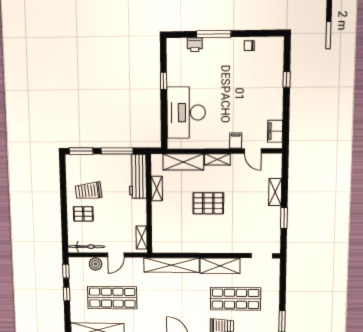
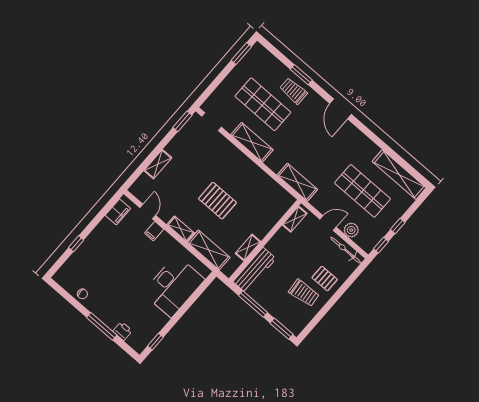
window: (164, 81) -> (155, 342), moved
window: (284, 218) -> (182, 121), moved
shelving: (171, 265) -> (297, 182), width x0.68

